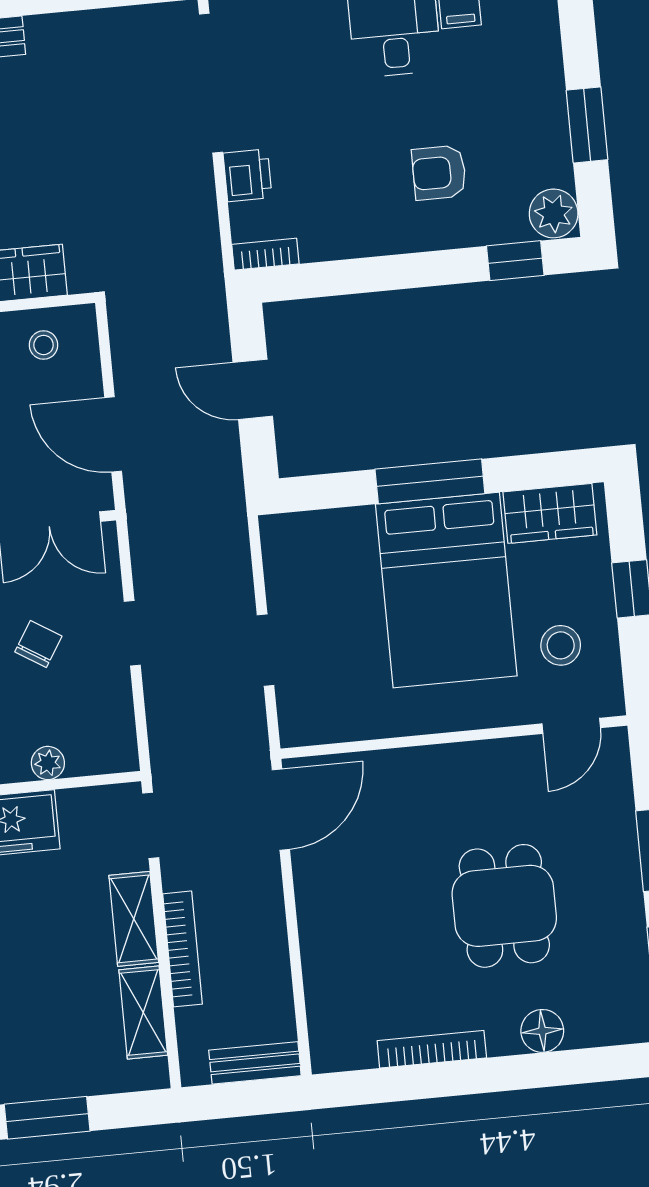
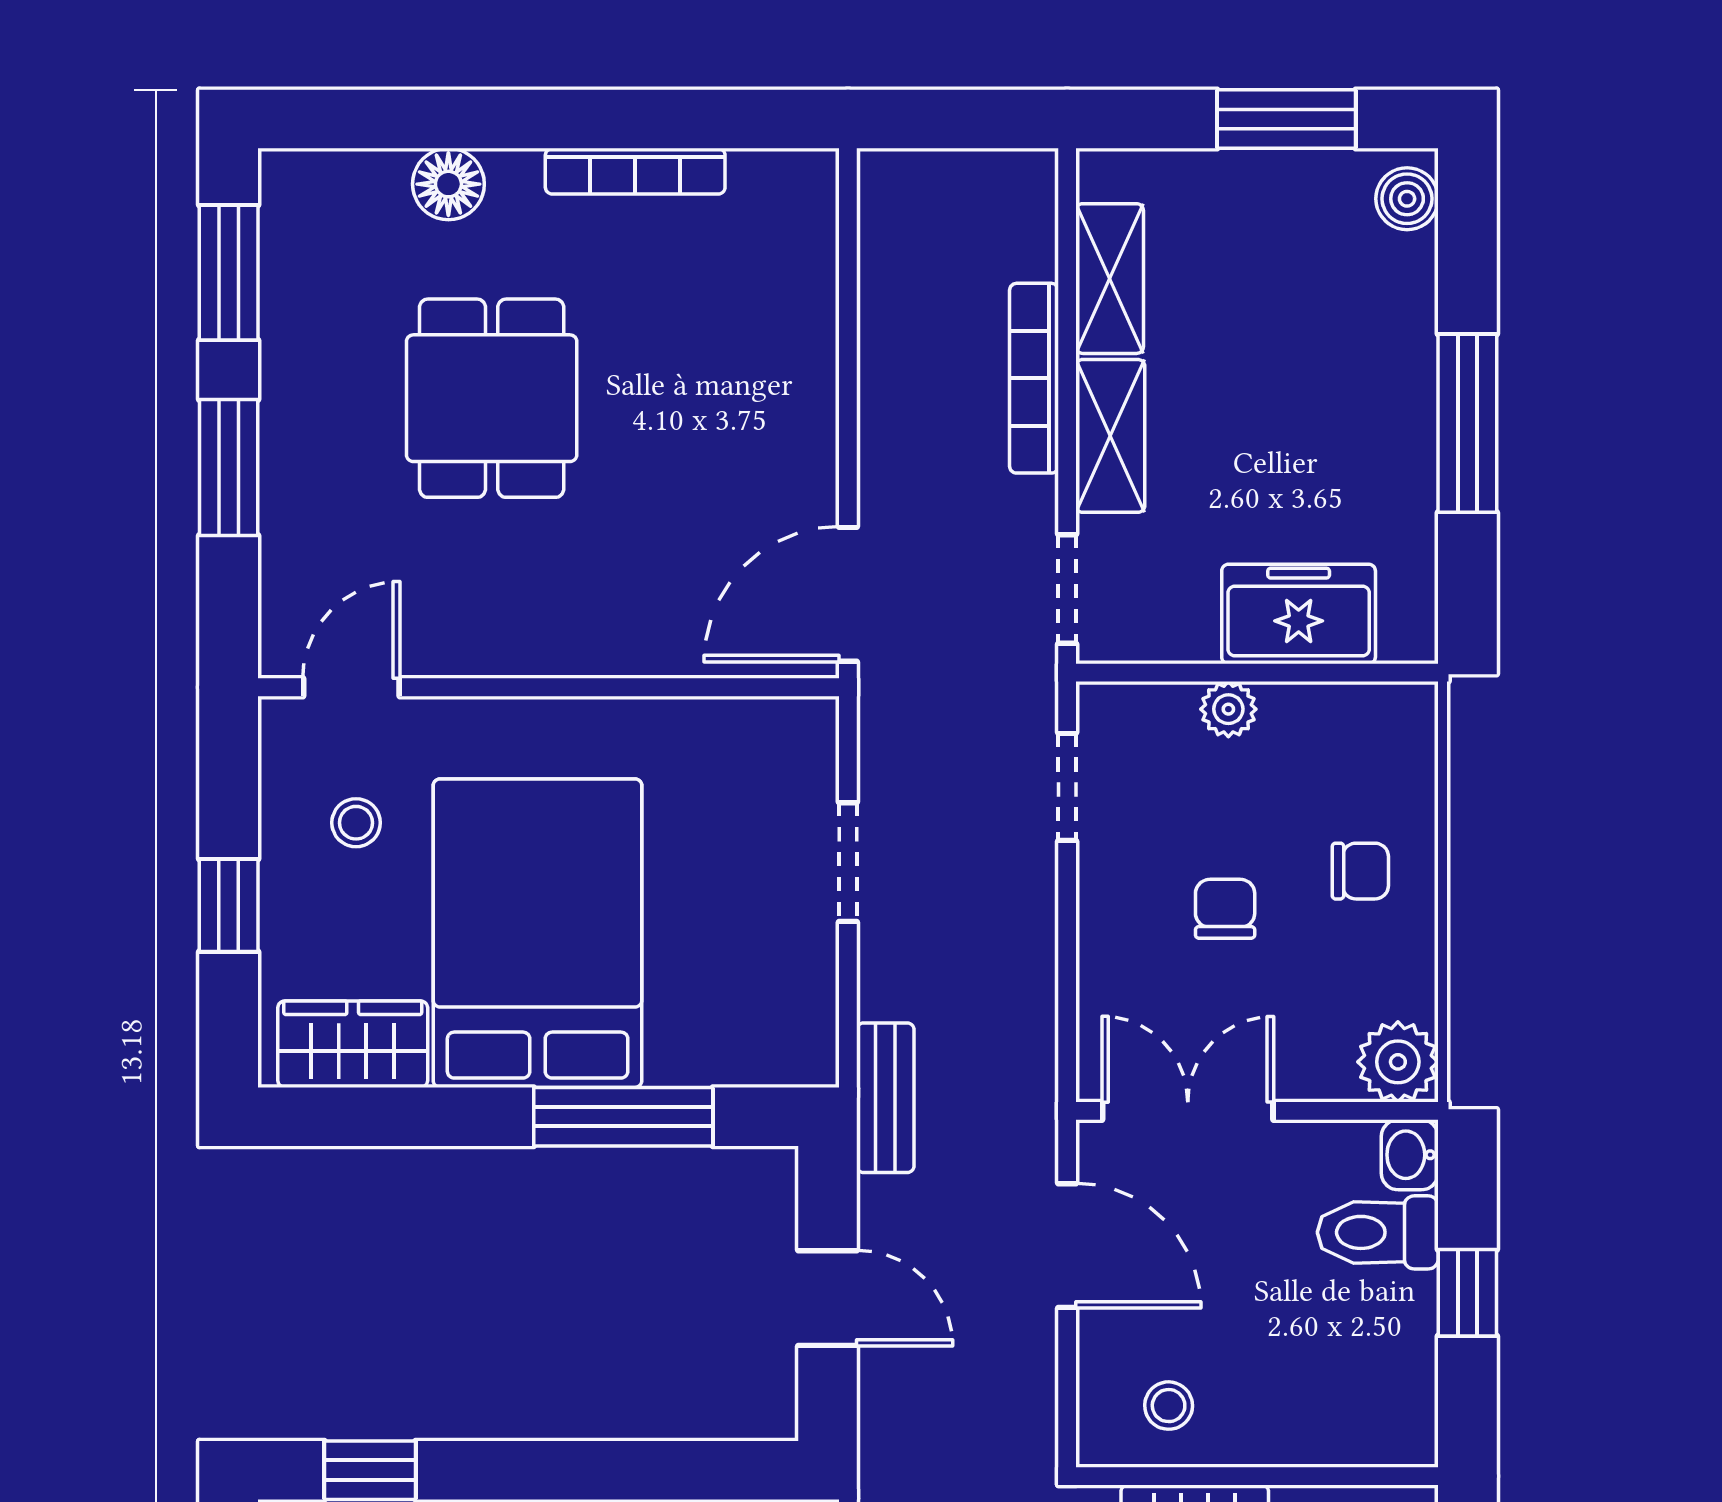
window: (430, 481) -> (623, 1117), moved
doorway: (132, 633) -> (1067, 787), moved
chair: (38, 644) -> (1225, 909), turned 148
stool: (561, 645) -> (356, 823), width x0.73, depth x0.73
bench: (255, 1063) -> (885, 1098), moved, turned 90

